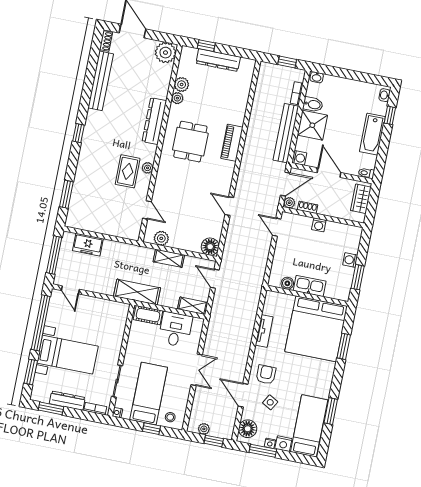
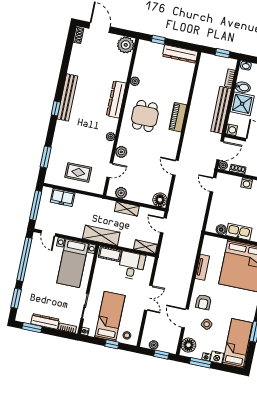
dresser: (218, 60) -> (180, 54), moved
bench: (101, 81) -> (67, 97), moved
plant: (182, 84) -> (121, 152), moved
rug: (128, 171) -> (78, 172), moved, turned 90
door: (147, 210) -> (110, 170), hinge flipped
bed with nightstands: (68, 355) -> (73, 263), moved, turned 90
armchair: (266, 375) -> (203, 302), turned 180

